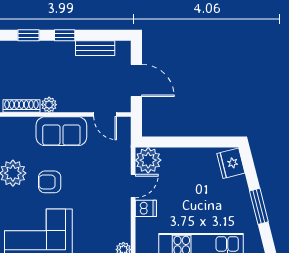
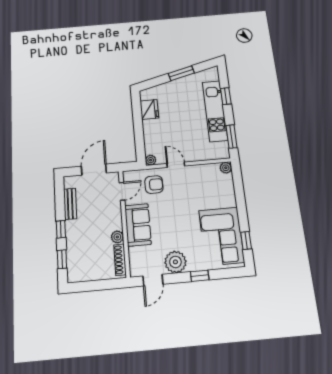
plant: (148, 160) -> (151, 160), width x0.53, depth x0.53
fridge: (231, 163) -> (149, 109), moved, turned -76
armchair: (50, 182) -> (154, 185), moved, turned -90
dishwasher: (146, 208) -> (192, 154), removed

